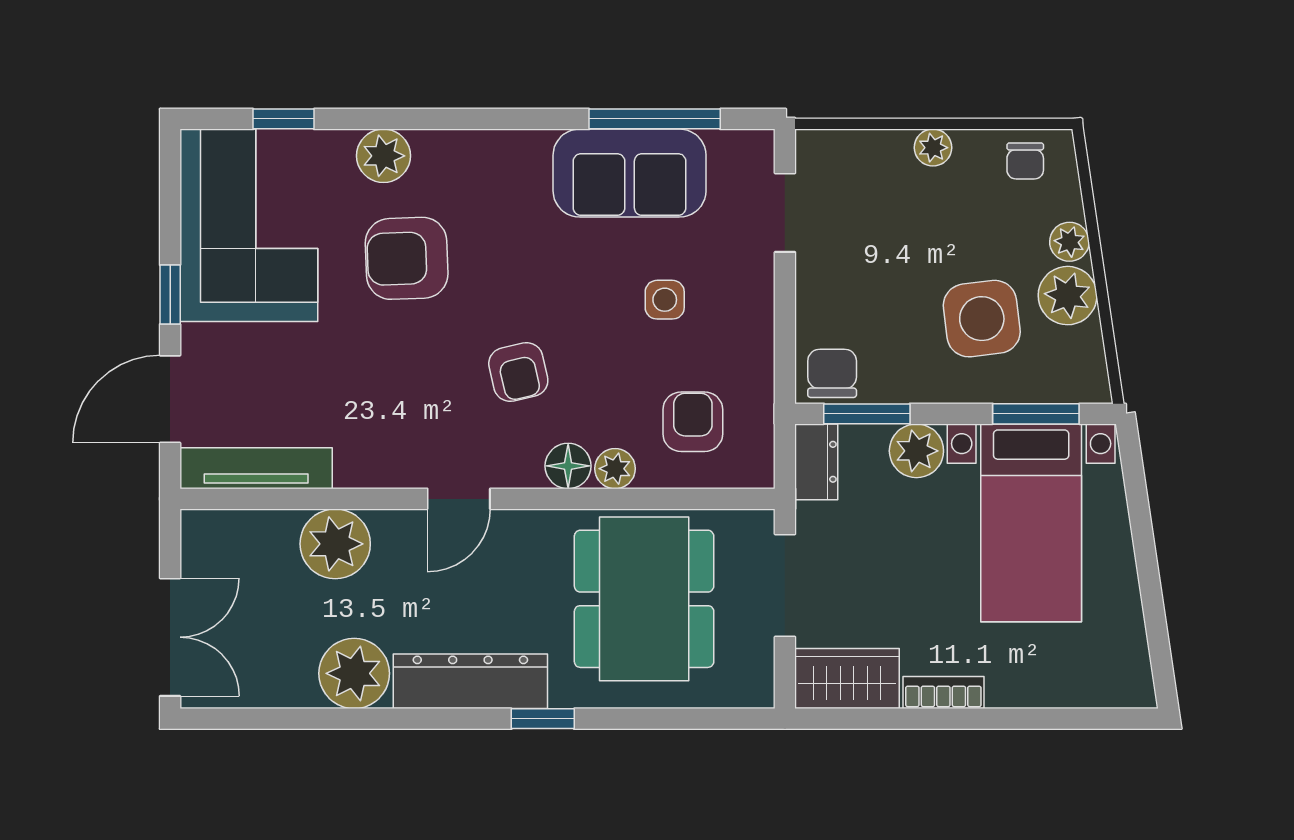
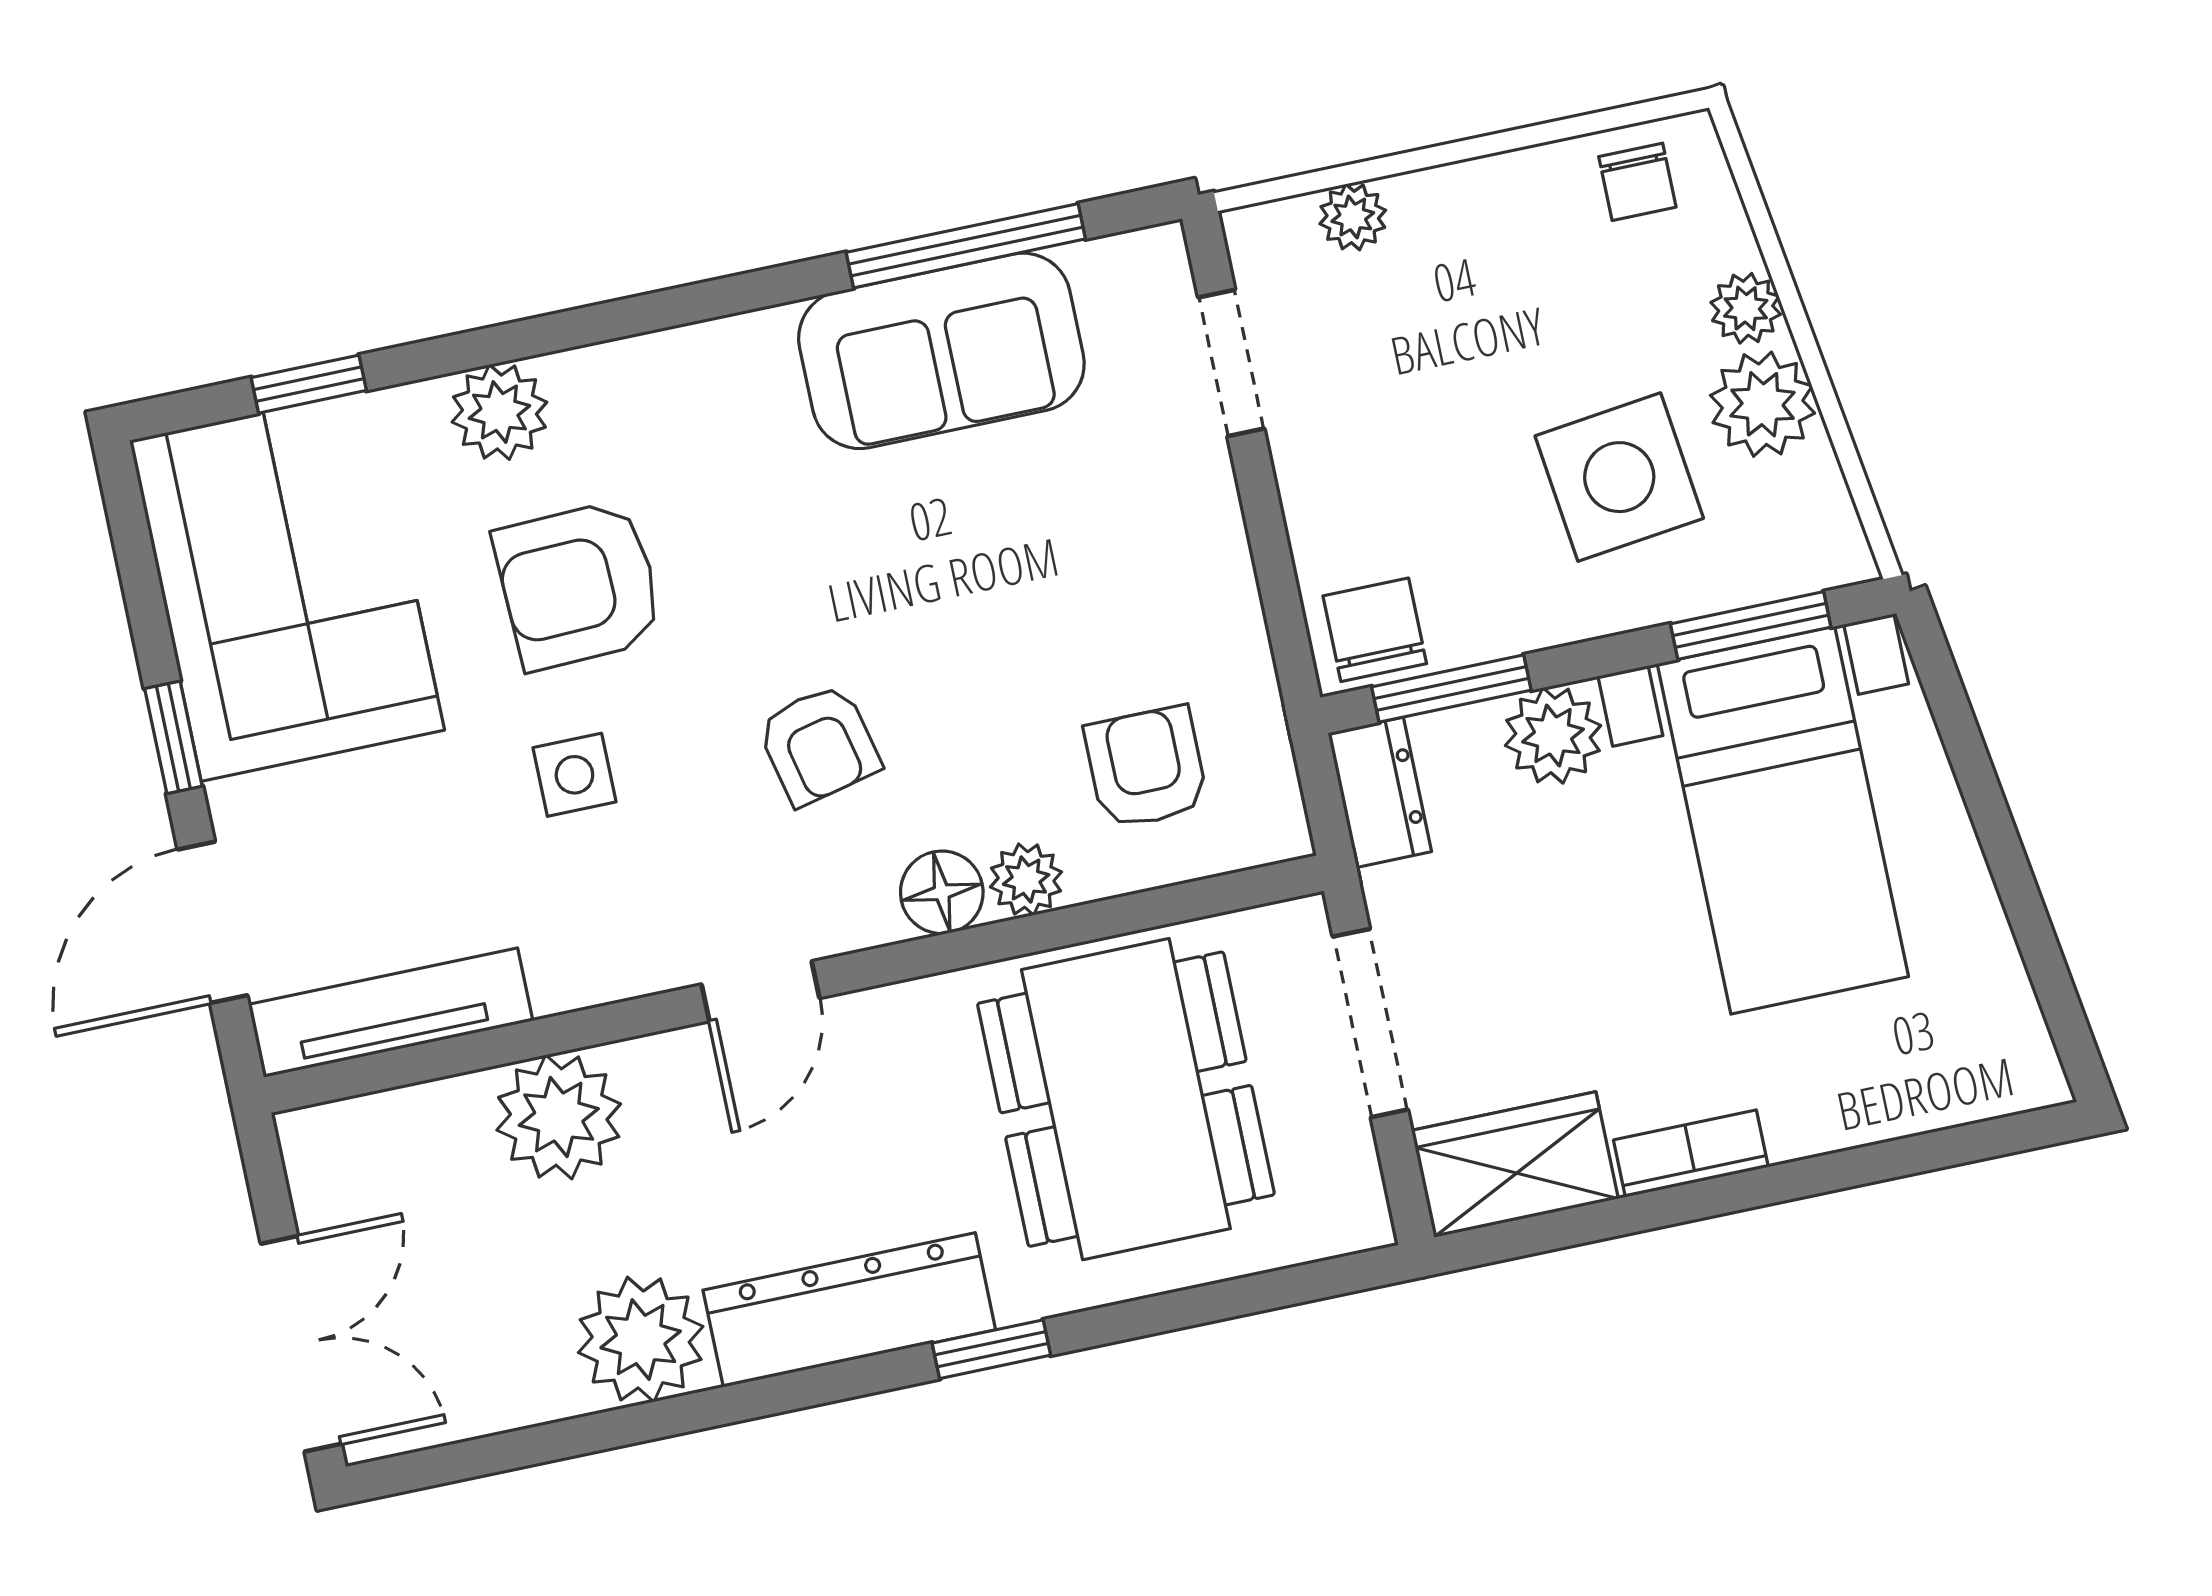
plant: (933, 148) -> (1353, 217), moved
side table: (665, 300) -> (574, 775), moved

